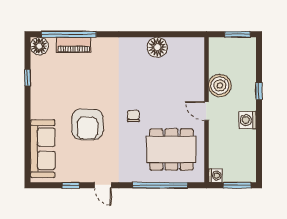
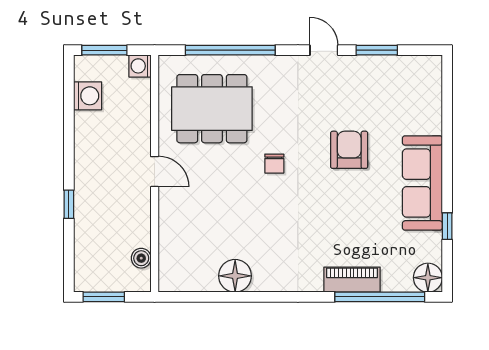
piano: (74, 45) -> (352, 280), moved
boiler: (220, 86) -> (141, 258), moved, width x0.54, depth x0.54
washing machine: (247, 120) -> (88, 96), moved
armchair: (87, 124) -> (349, 150), width x0.73, depth x0.73
sofa: (43, 149) -> (422, 183), moved
window: (71, 185) -> (377, 50), width x1.50

